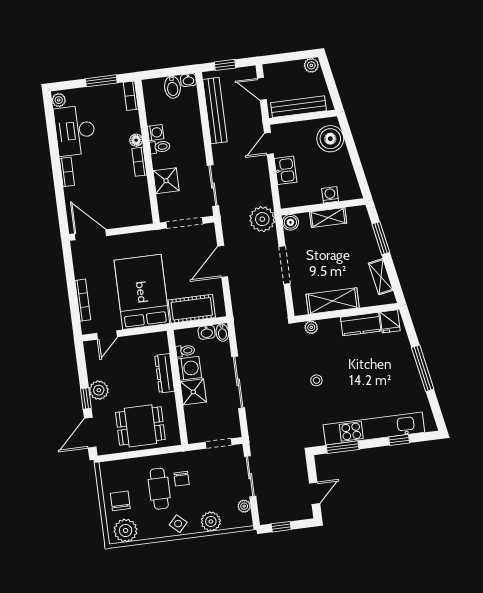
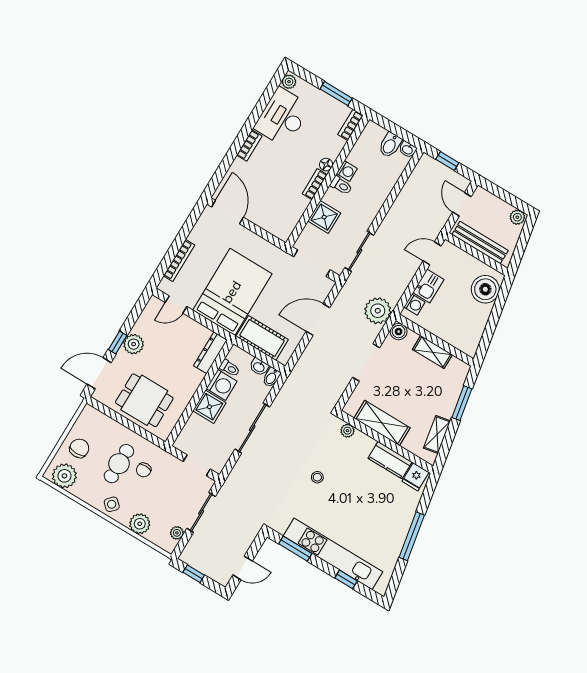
bench: (215, 111) -> (409, 192), removed
washing machine: (330, 195) -> (414, 305), moved, turned 90
dresser: (165, 373) -> (210, 353), moved

